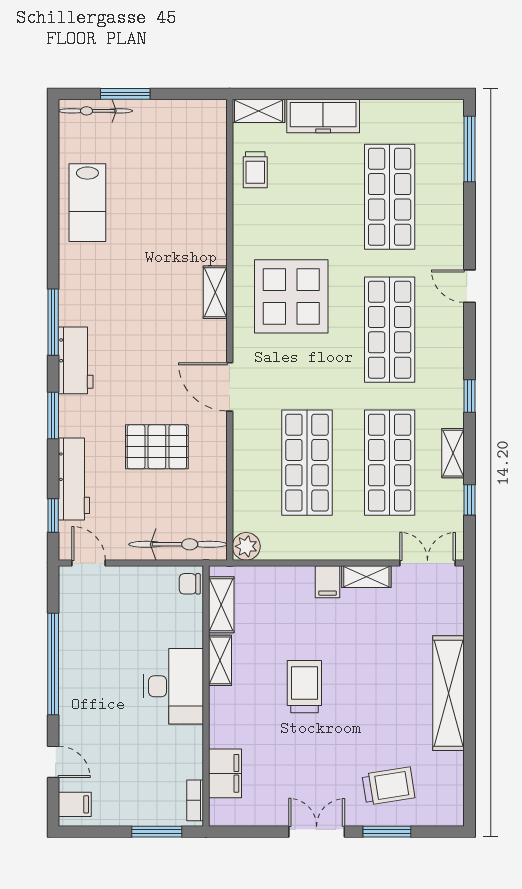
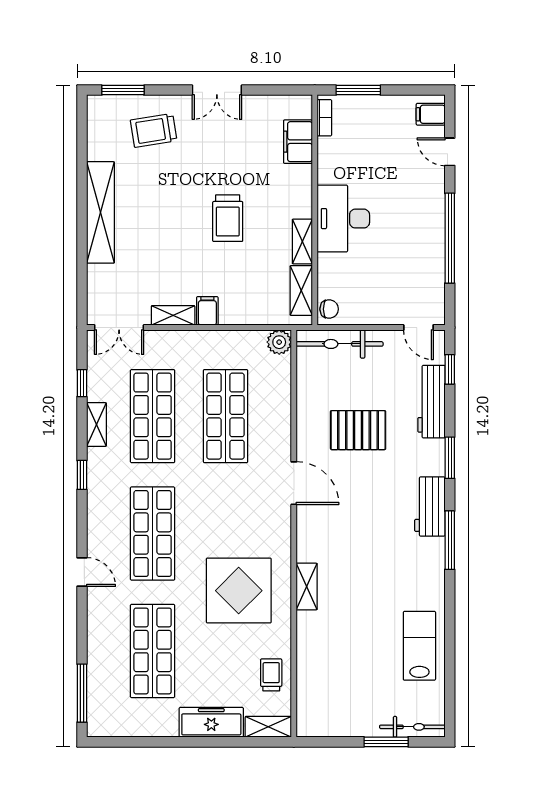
shelving: (215, 292) -> (307, 587), moved
display table: (291, 296) -> (239, 591), moved
window: (387, 832) -> (123, 90), moved

